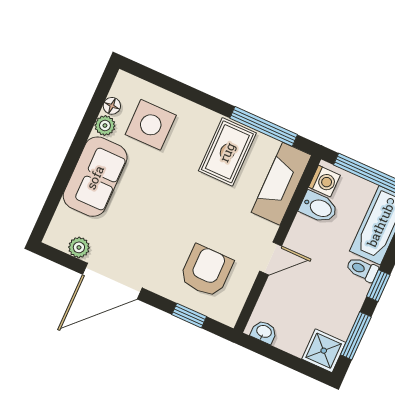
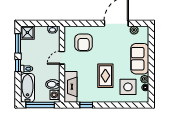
window: (264, 126) -> (86, 105), width x0.46
rug: (227, 152) -> (105, 76), moved
window: (189, 316) -> (83, 23), removed

